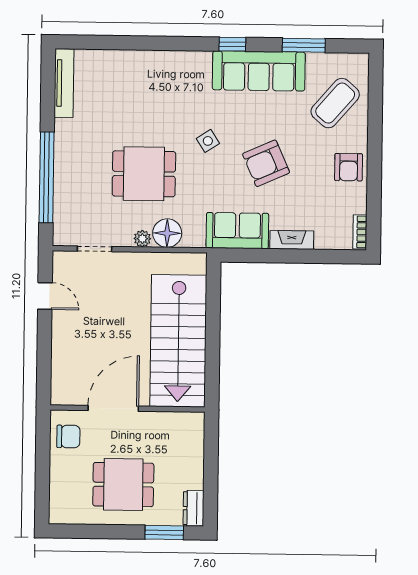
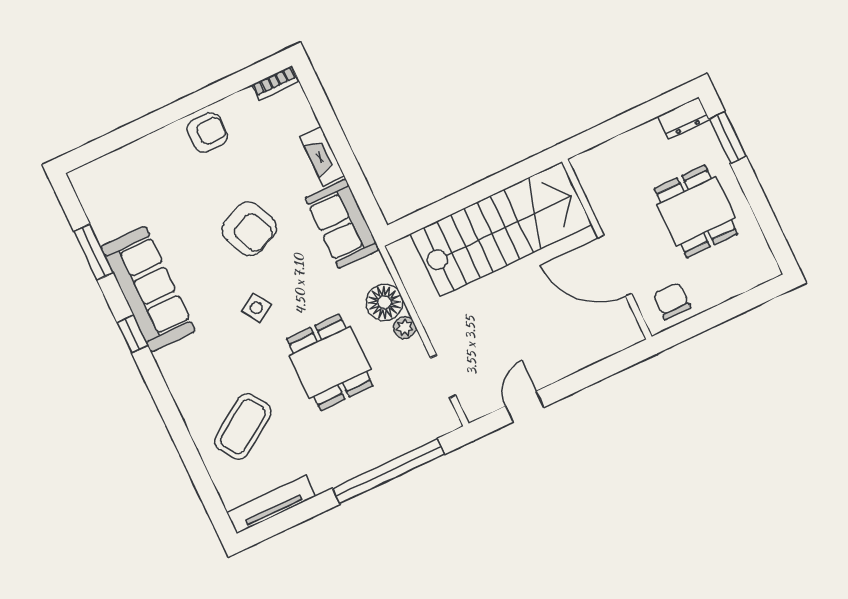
coffee table: (335, 103) -> (243, 427), moved, turned -75

